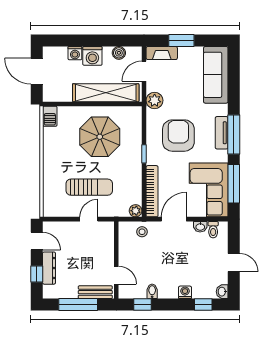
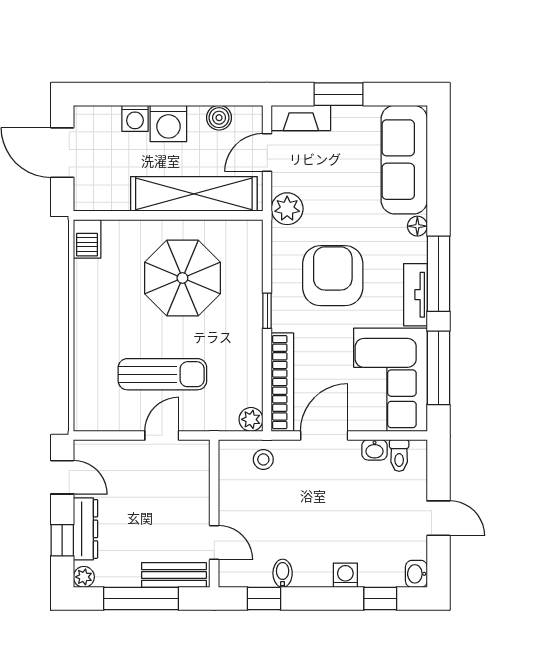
floor lamp: (223, 110) -> (417, 226), added
tv unit: (222, 133) -> (415, 295), moved
plant: (48, 293) -> (84, 577), added

